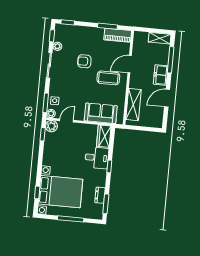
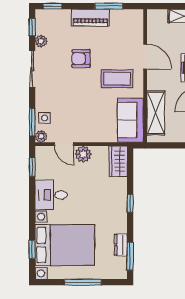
piano: (118, 35) -> (90, 18), moved
door: (130, 64) -> (145, 57), swing flipped
sofa: (101, 113) -> (130, 120), moved, turned -90
door: (67, 120) -> (64, 144), swing flipped
plant: (51, 126) -> (83, 154), moved
desk: (97, 158) -> (51, 195), moved, turned 180

